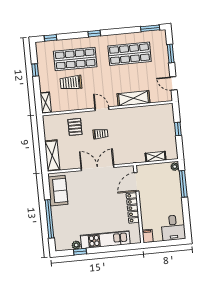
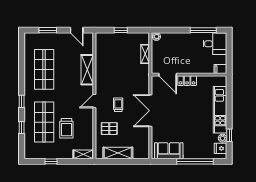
window: (150, 28) -> (22, 47), removed
window: (50, 38) -> (22, 127), moved
door: (173, 83) -> (77, 30), hinge flipped
shelving: (52, 156) -> (118, 153), moved
window: (183, 184) -> (203, 30), moved
locker: (133, 208) -> (187, 81), width x0.66
fridge: (66, 244) -> (220, 148), added

